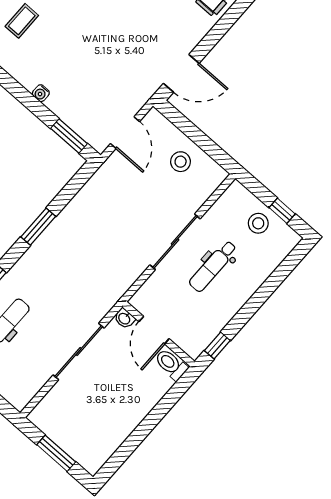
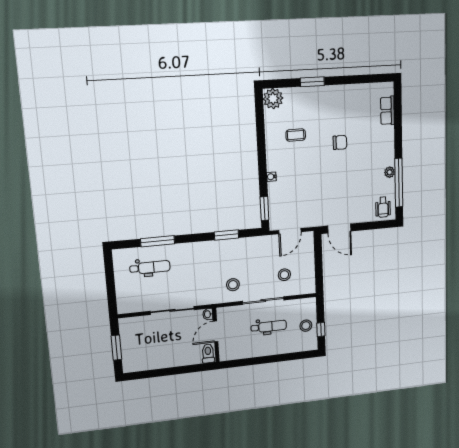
stool: (181, 162) -> (284, 275), moved
window: (38, 227) -> (226, 235), moved
stool: (120, 257) -> (233, 285), added
dental chair: (213, 266) -> (269, 327), turned 180
window: (217, 346) -> (236, 363), removed

